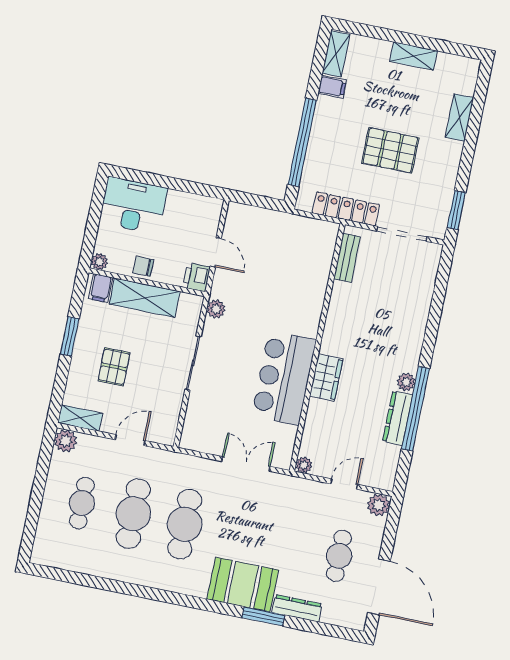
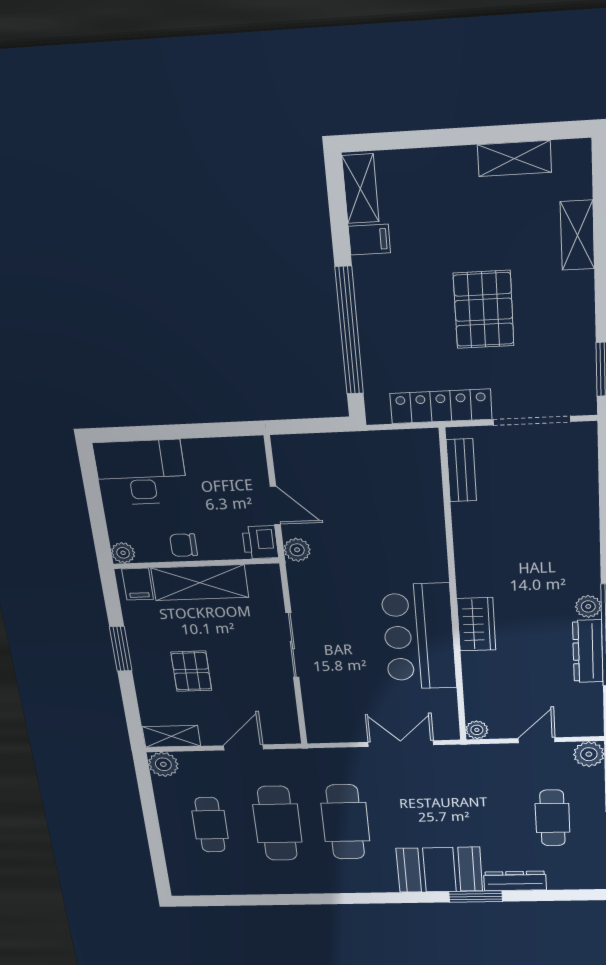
shelving: (413, 56) -> (514, 159), moved
pallet: (390, 150) -> (484, 310), turned 90
plant: (216, 309) -> (297, 550), moved

